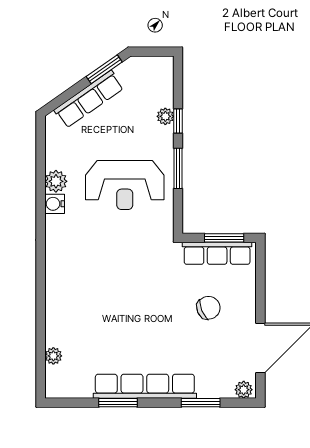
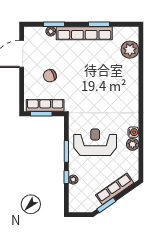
plant: (53, 356) -> (130, 50), width x1.87, depth x1.87
plant: (244, 390) -> (51, 31), moved

